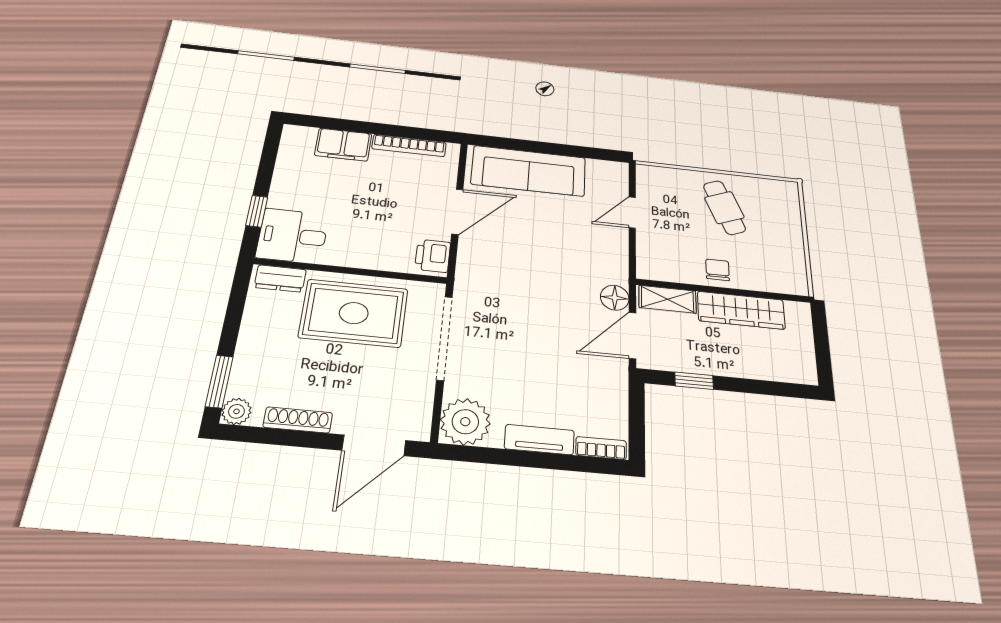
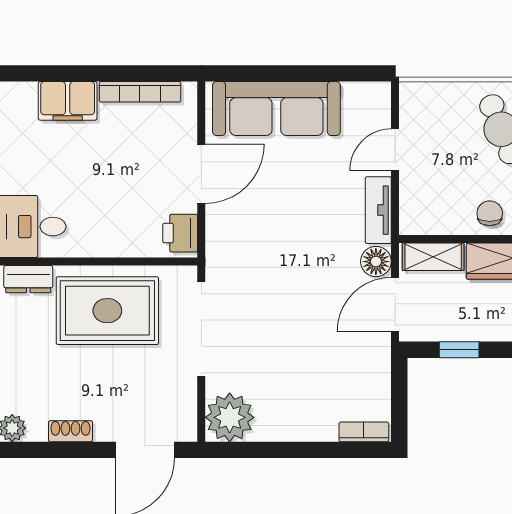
shoe rack: (298, 420) -> (70, 431), width x0.70
tv unit: (539, 440) -> (378, 210), moved, turned -90

